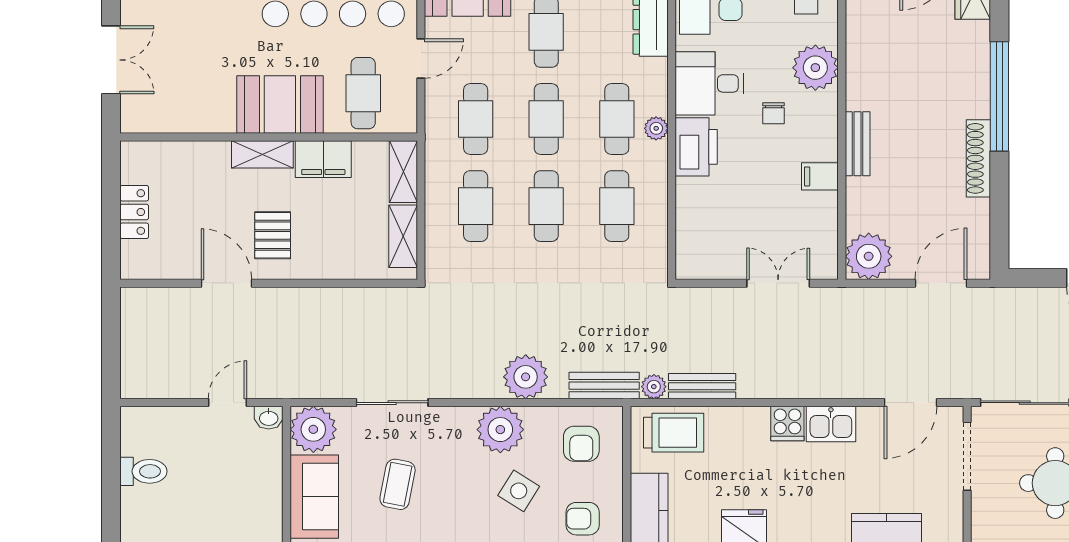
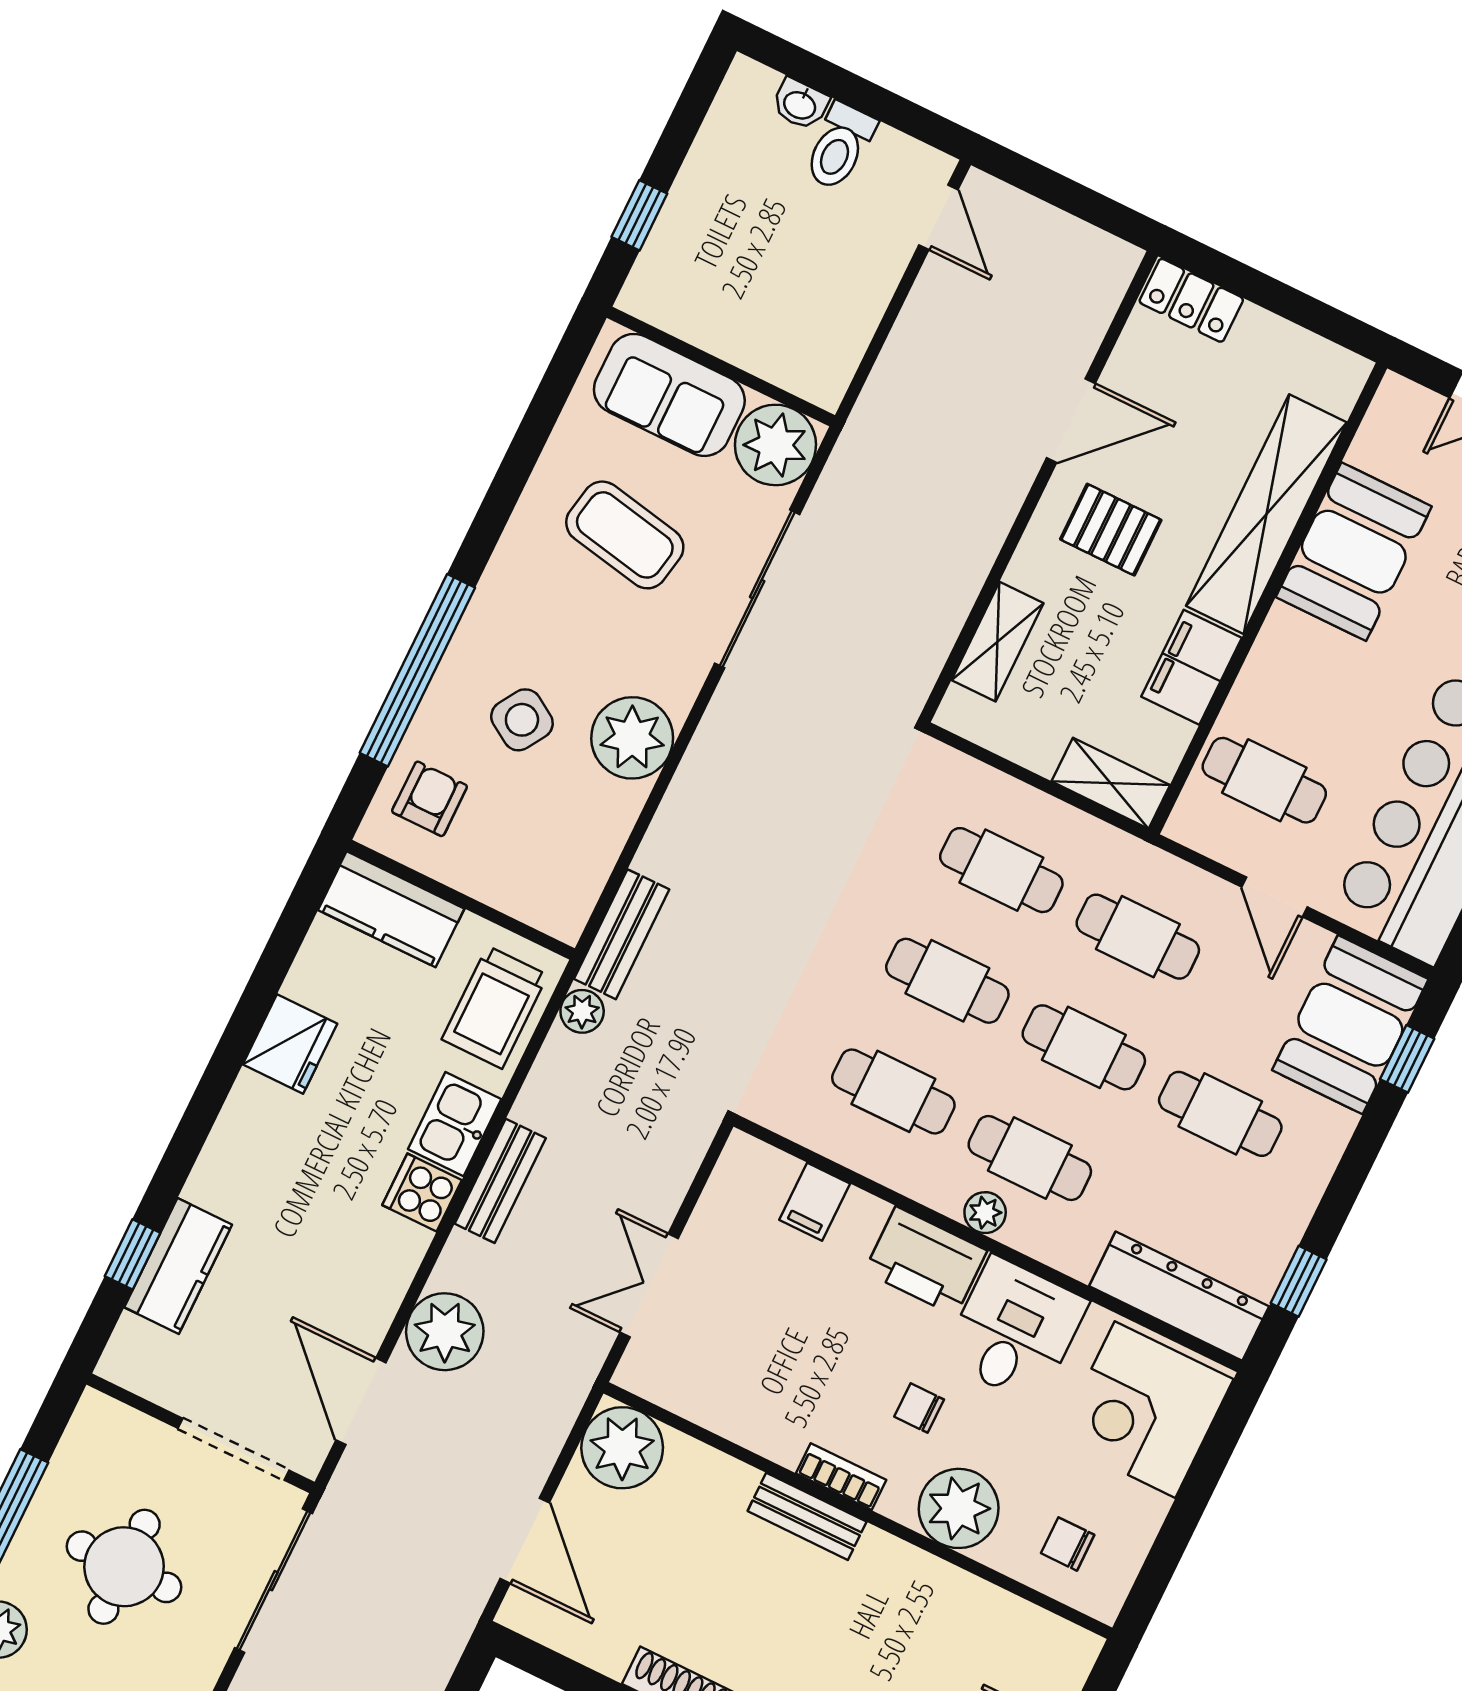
booth: (280, 104) -> (1354, 552), moved
bookcase: (828, 136) -> (841, 1477), added
shelving: (262, 154) -> (1266, 514), width x2.20, depth x1.33
filing cabinet: (820, 176) -> (815, 1202), moved, turned 180
locker: (134, 212) -> (1191, 300), moved
shelving: (403, 236) -> (998, 642), moved, turned 90
double door: (778, 283) -> (649, 1285), swing flipped
plant: (526, 377) -> (445, 1332), moved
bench: (702, 386) -> (500, 1181), moved
door: (228, 403) -> (938, 217), moved
sliding door: (392, 403) -> (757, 589), width x1.37
washbasin: (269, 418) -> (800, 104), moved, turned -90
kitchen sink: (831, 424) -> (455, 1124), moved
armchair: (581, 444) -> (548, 854), removed
coffee table: (398, 484) -> (625, 535), width x1.36, depth x1.30

